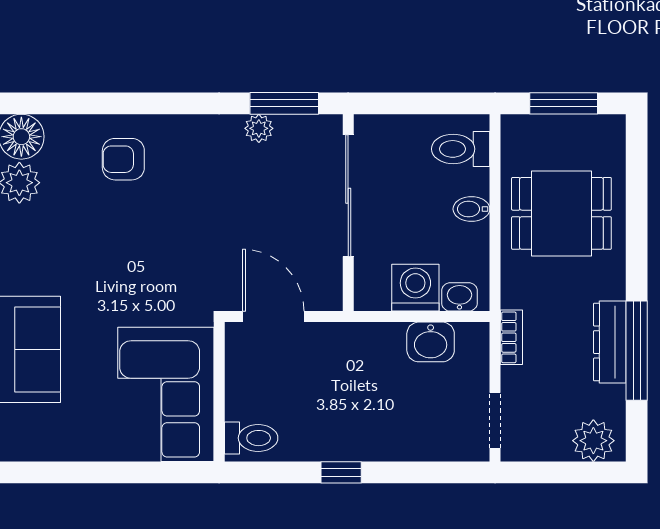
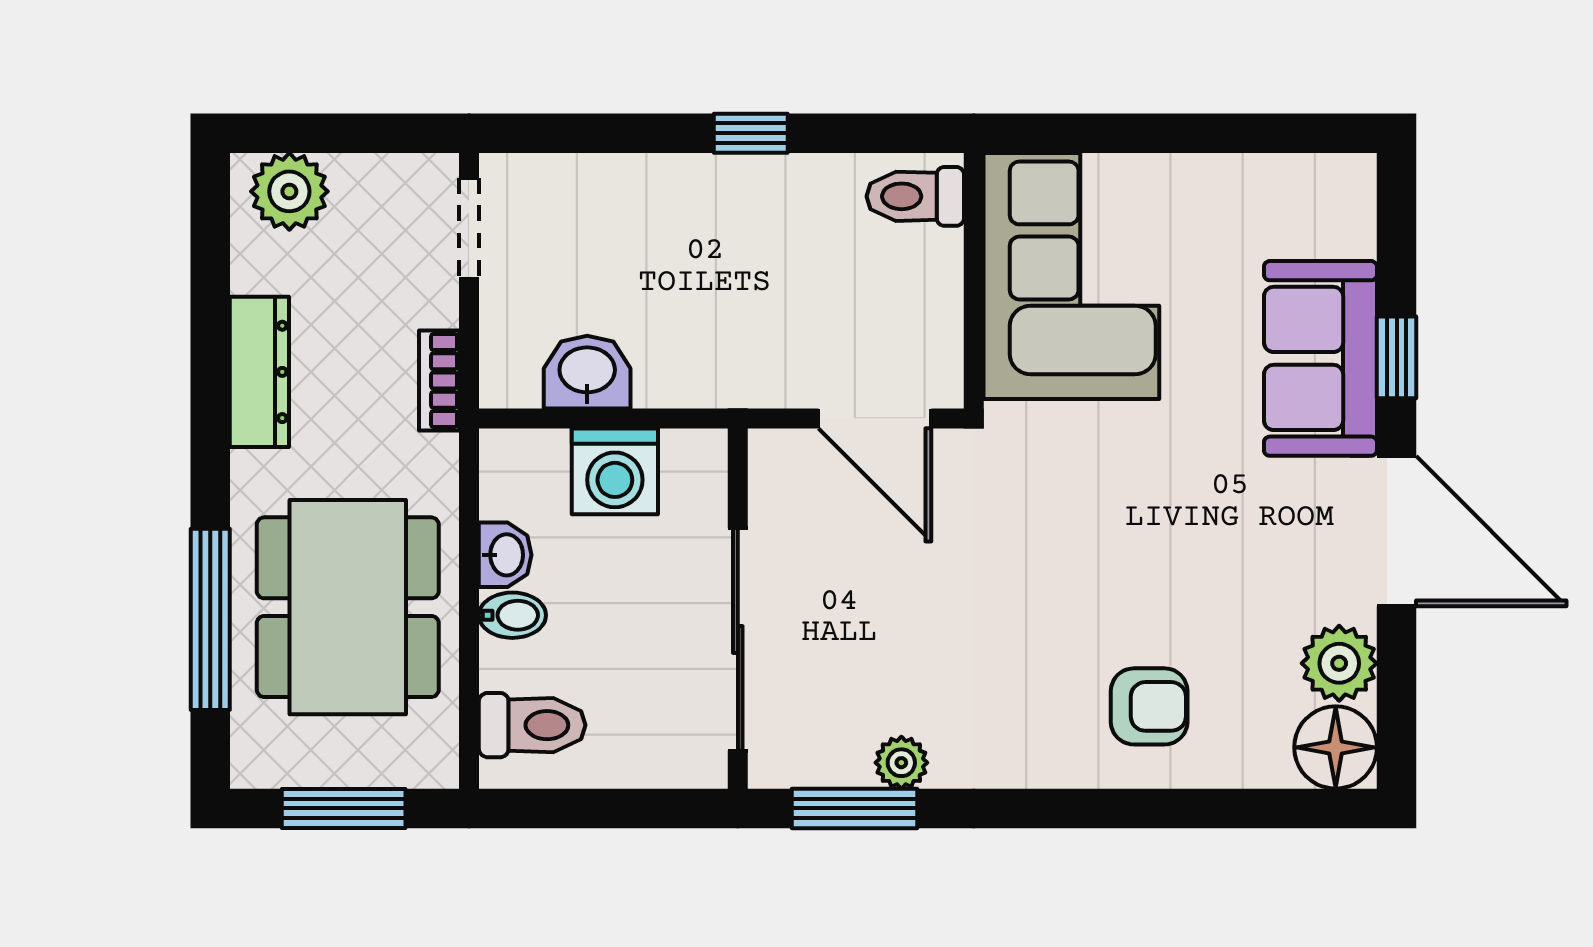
dining table: (561, 213) -> (348, 607), width x1.38
washbasin: (459, 297) -> (505, 555), moved, turned -90
window: (637, 351) -> (210, 619), moved

